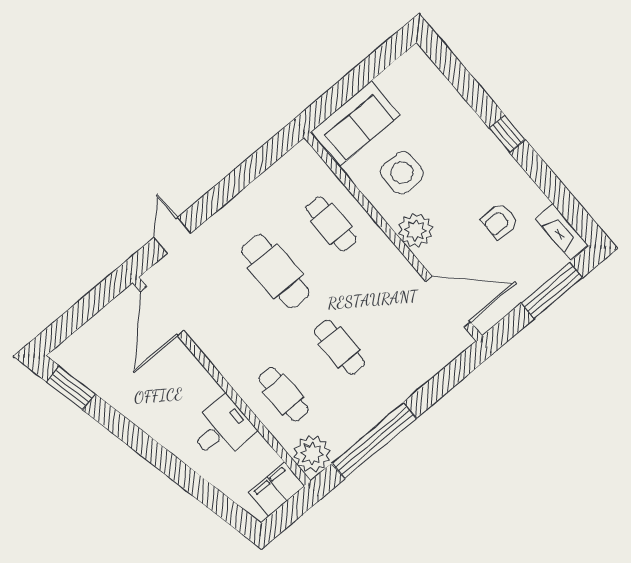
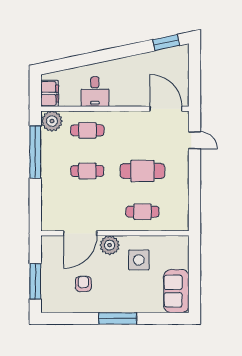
sofa: (356, 123) -> (176, 291), moved
window: (507, 134) -> (118, 318), width x2.17
fireplace: (562, 232) -> (57, 306), removed
door: (448, 302) -> (80, 233), moved

